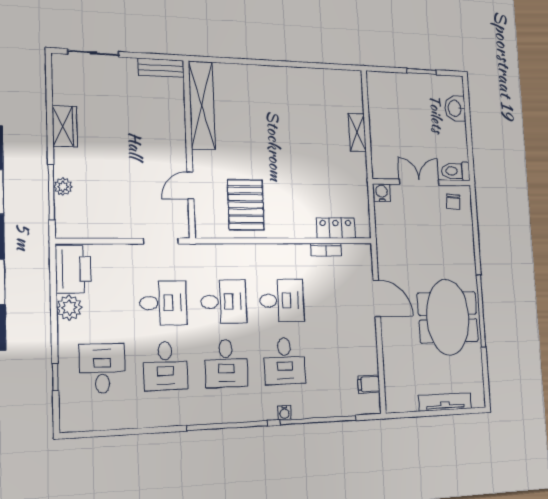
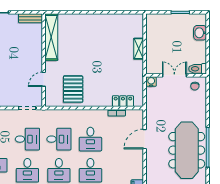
door: (377, 298) -> (145, 139), swing flipped
desk: (282, 300) -> (90, 139), turned 90
meeting table: (448, 317) -> (187, 150), width x1.36

